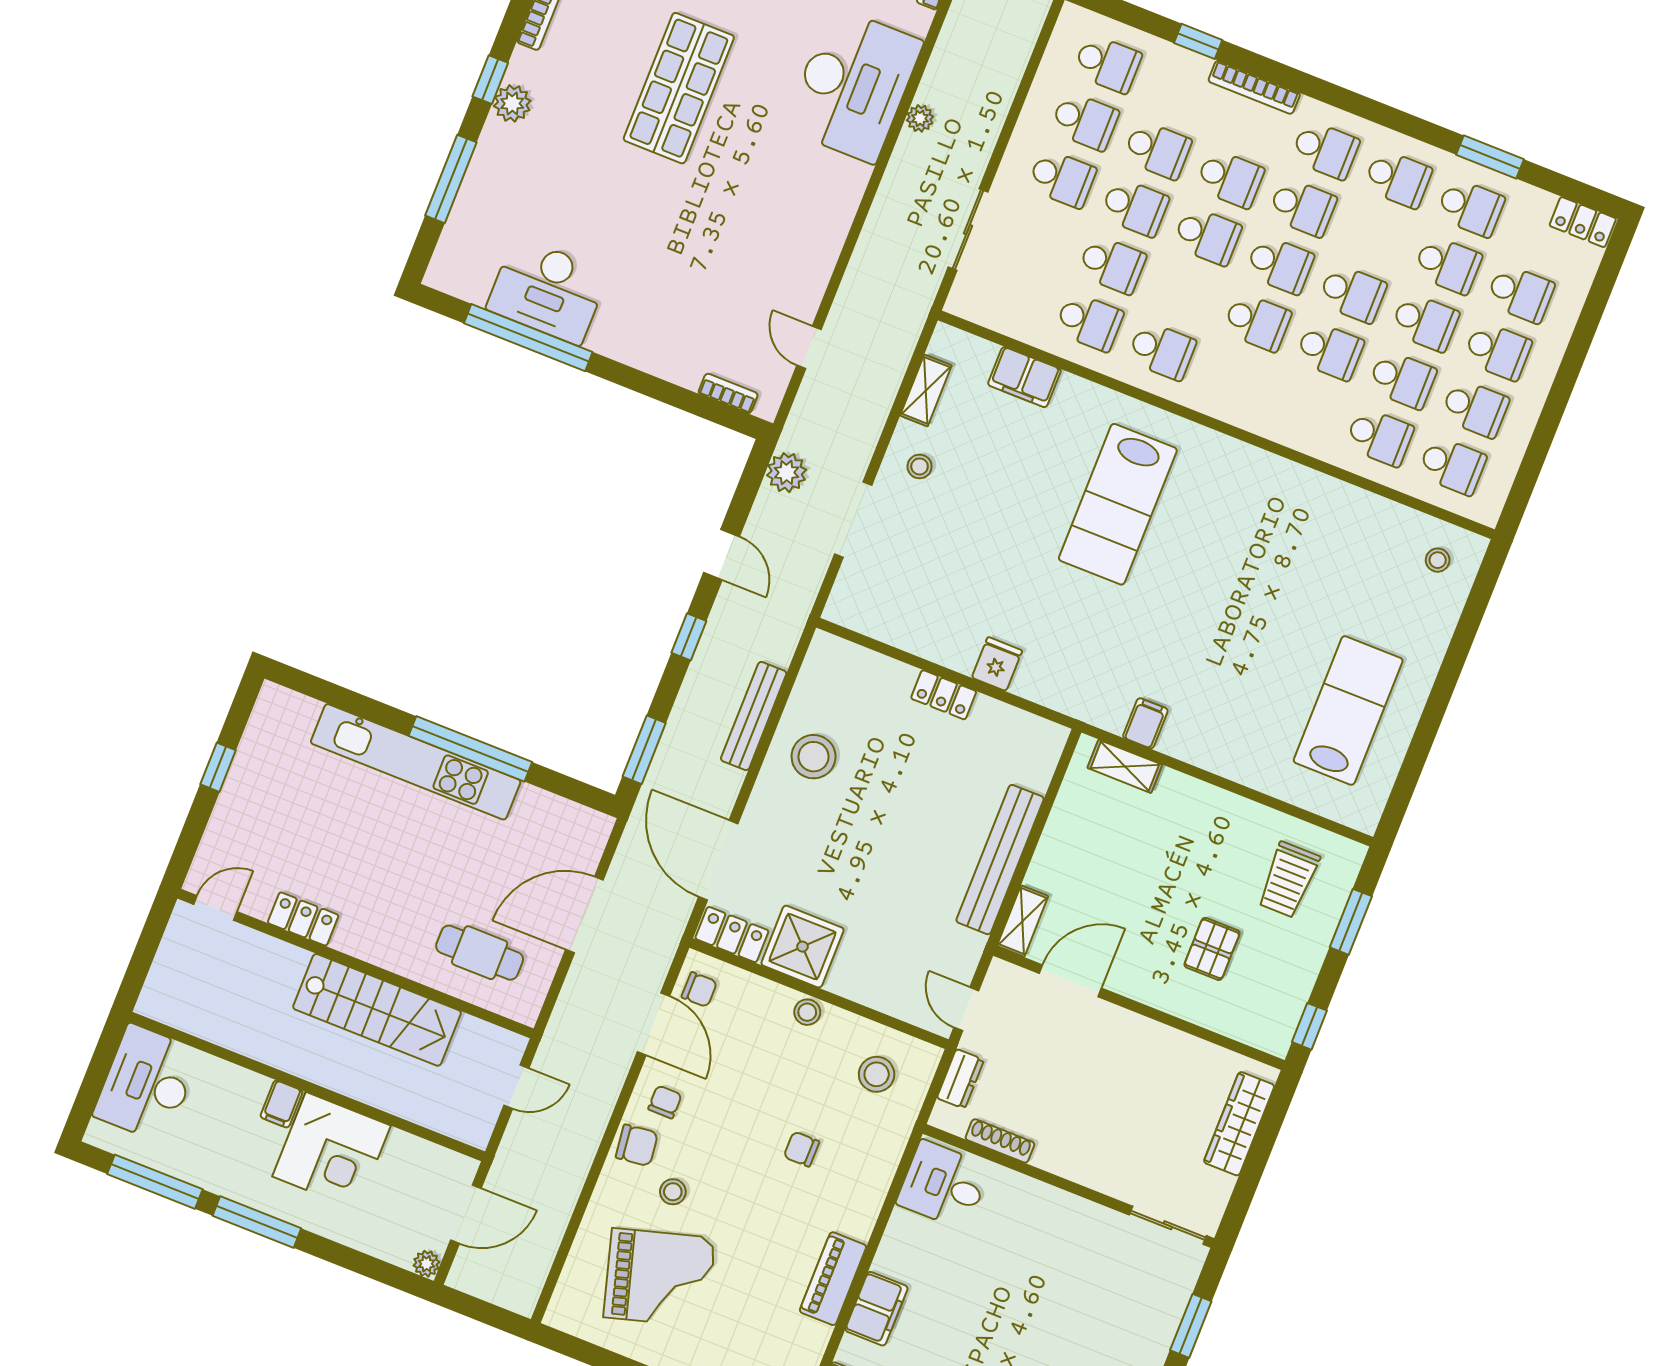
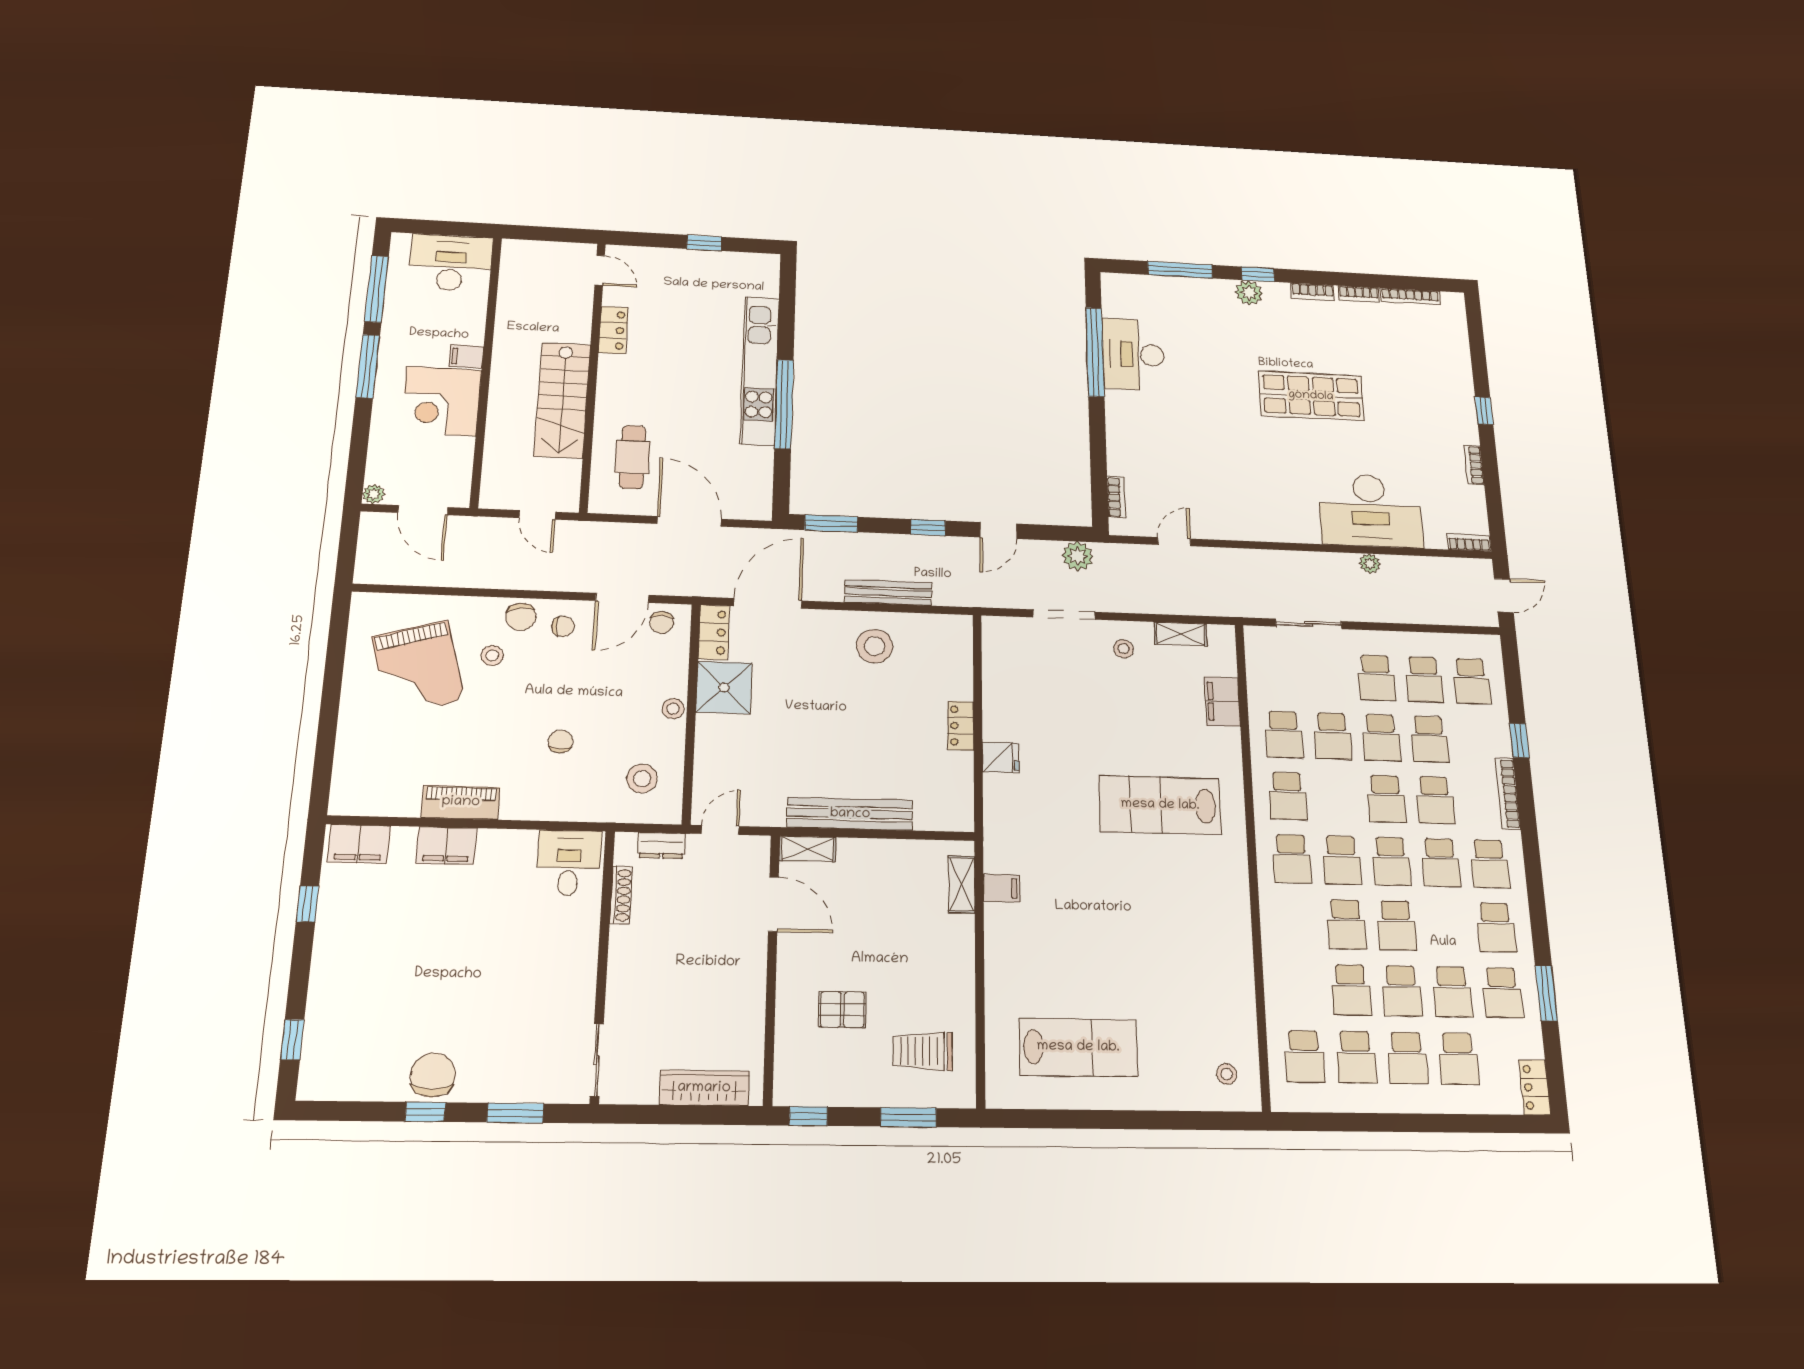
school desk: (1379, 437) -> (1292, 859), moved

